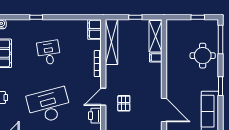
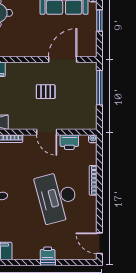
pallet: (124, 103) -> (46, 92), moved

